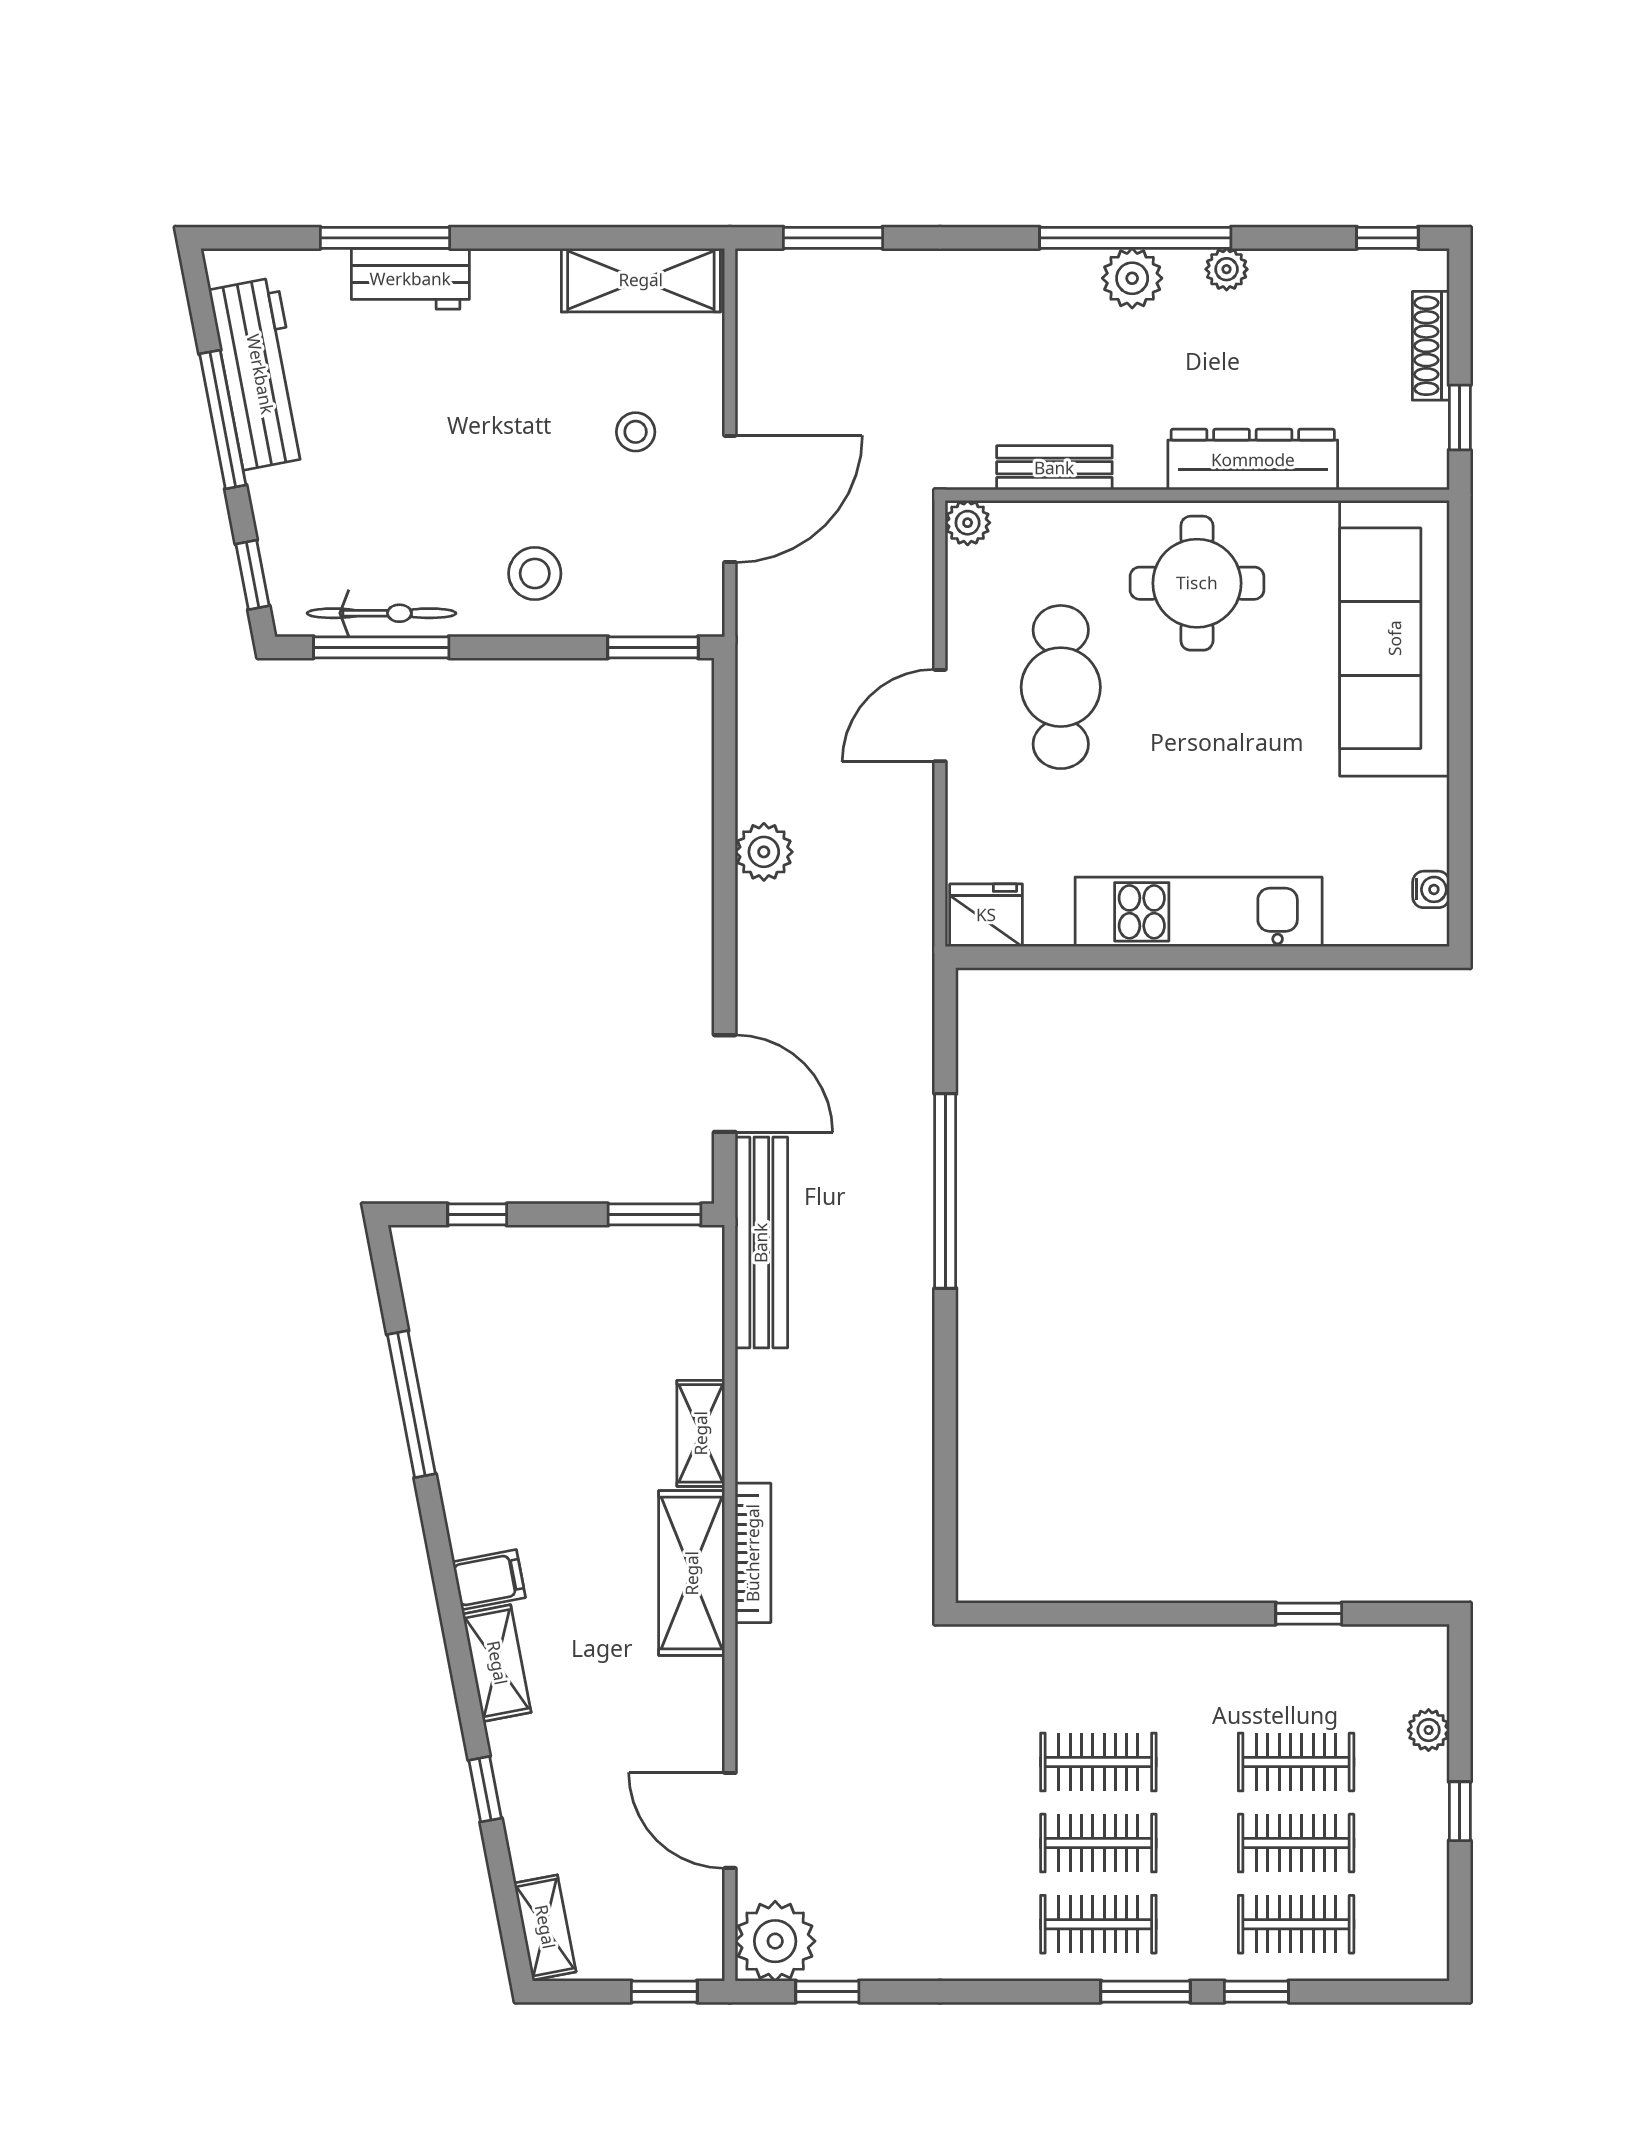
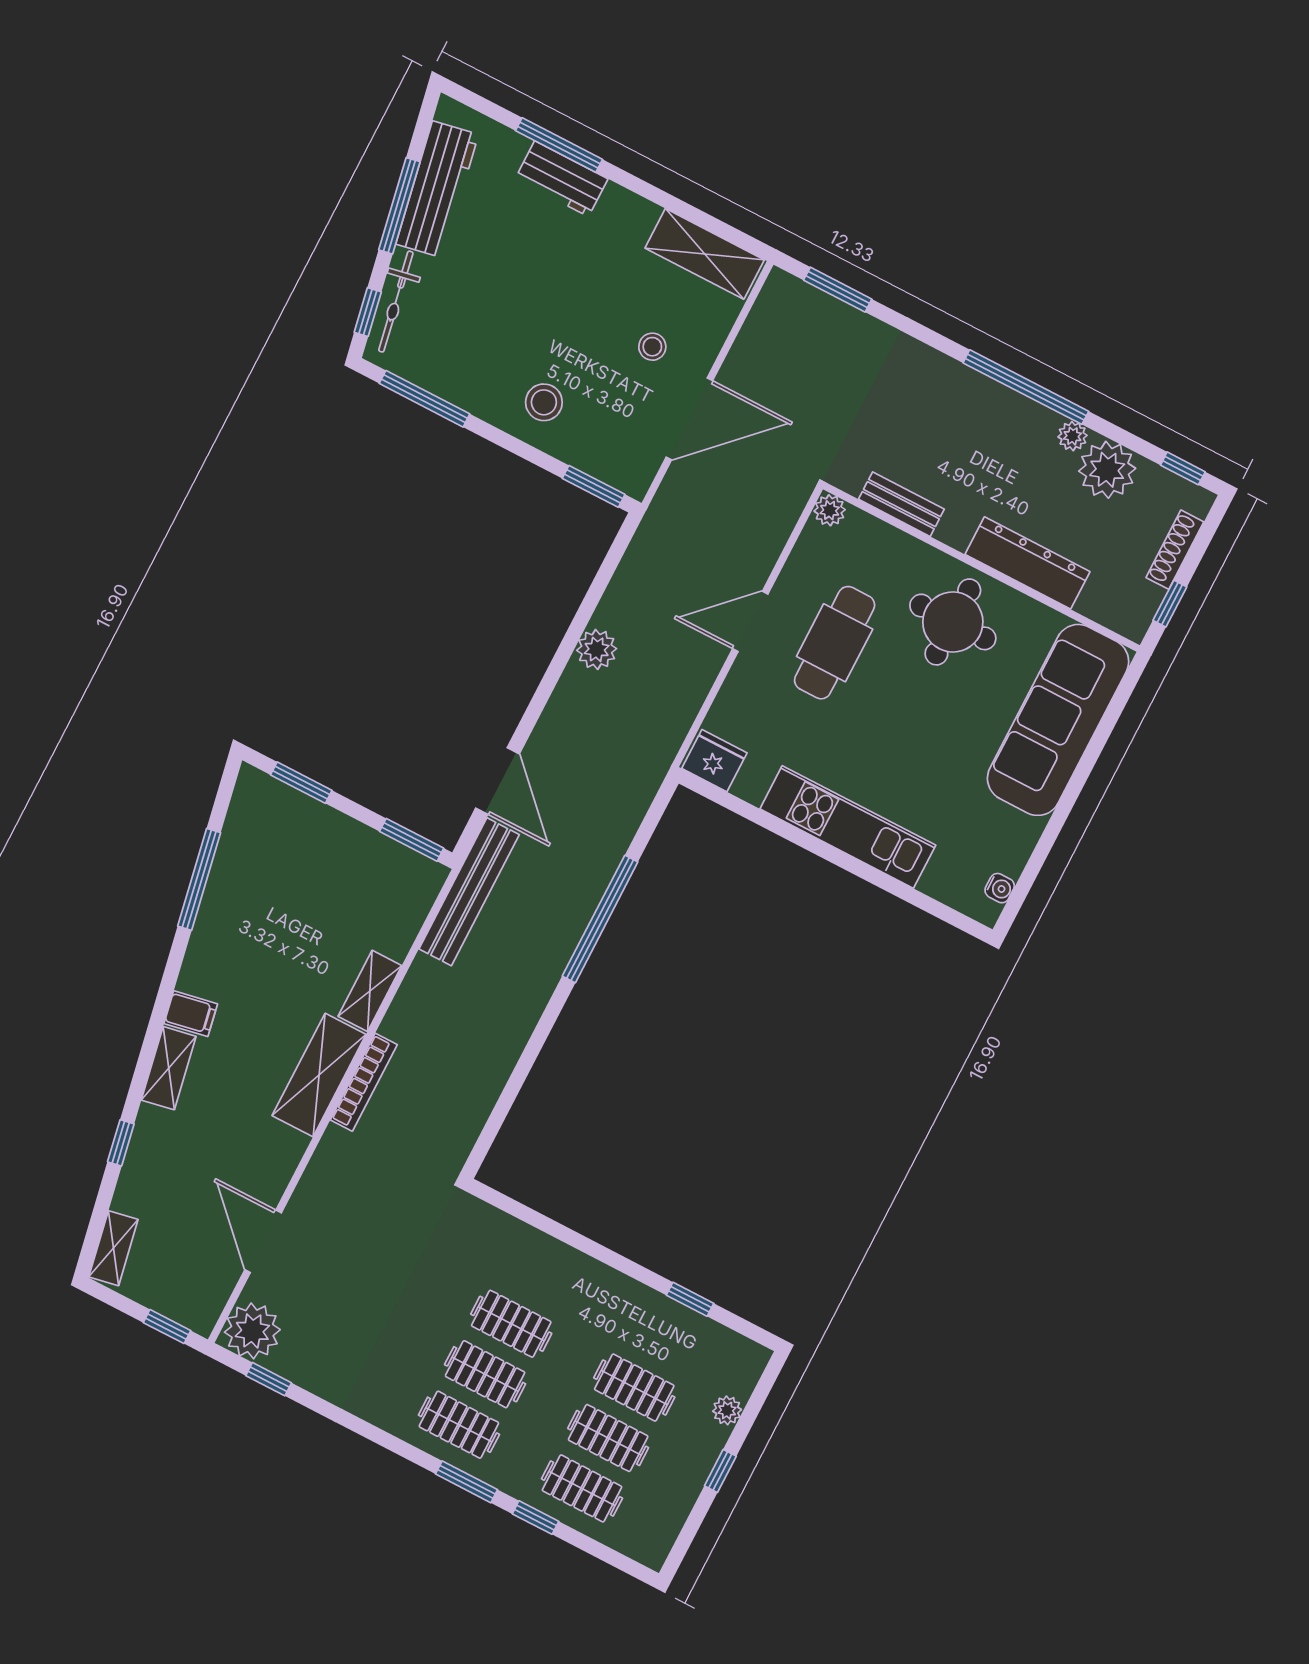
plant: (1132, 278) -> (1107, 470), moved, width x1.36, depth x1.36
bicycle: (382, 613) -> (396, 302), moved, turned 79
window: (477, 1214) -> (301, 783), width x1.50

